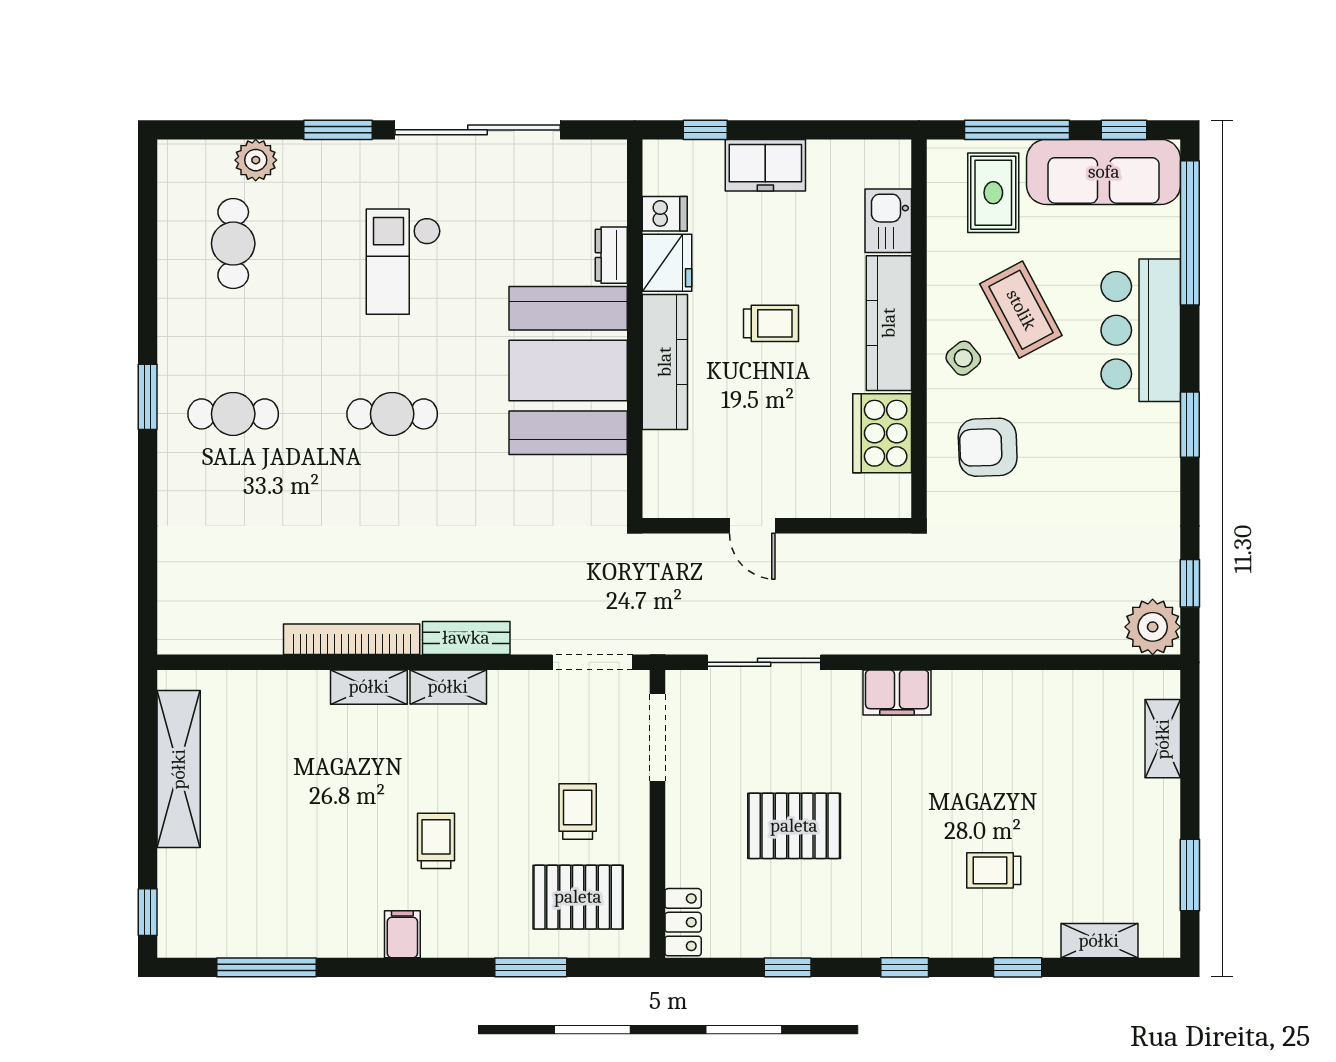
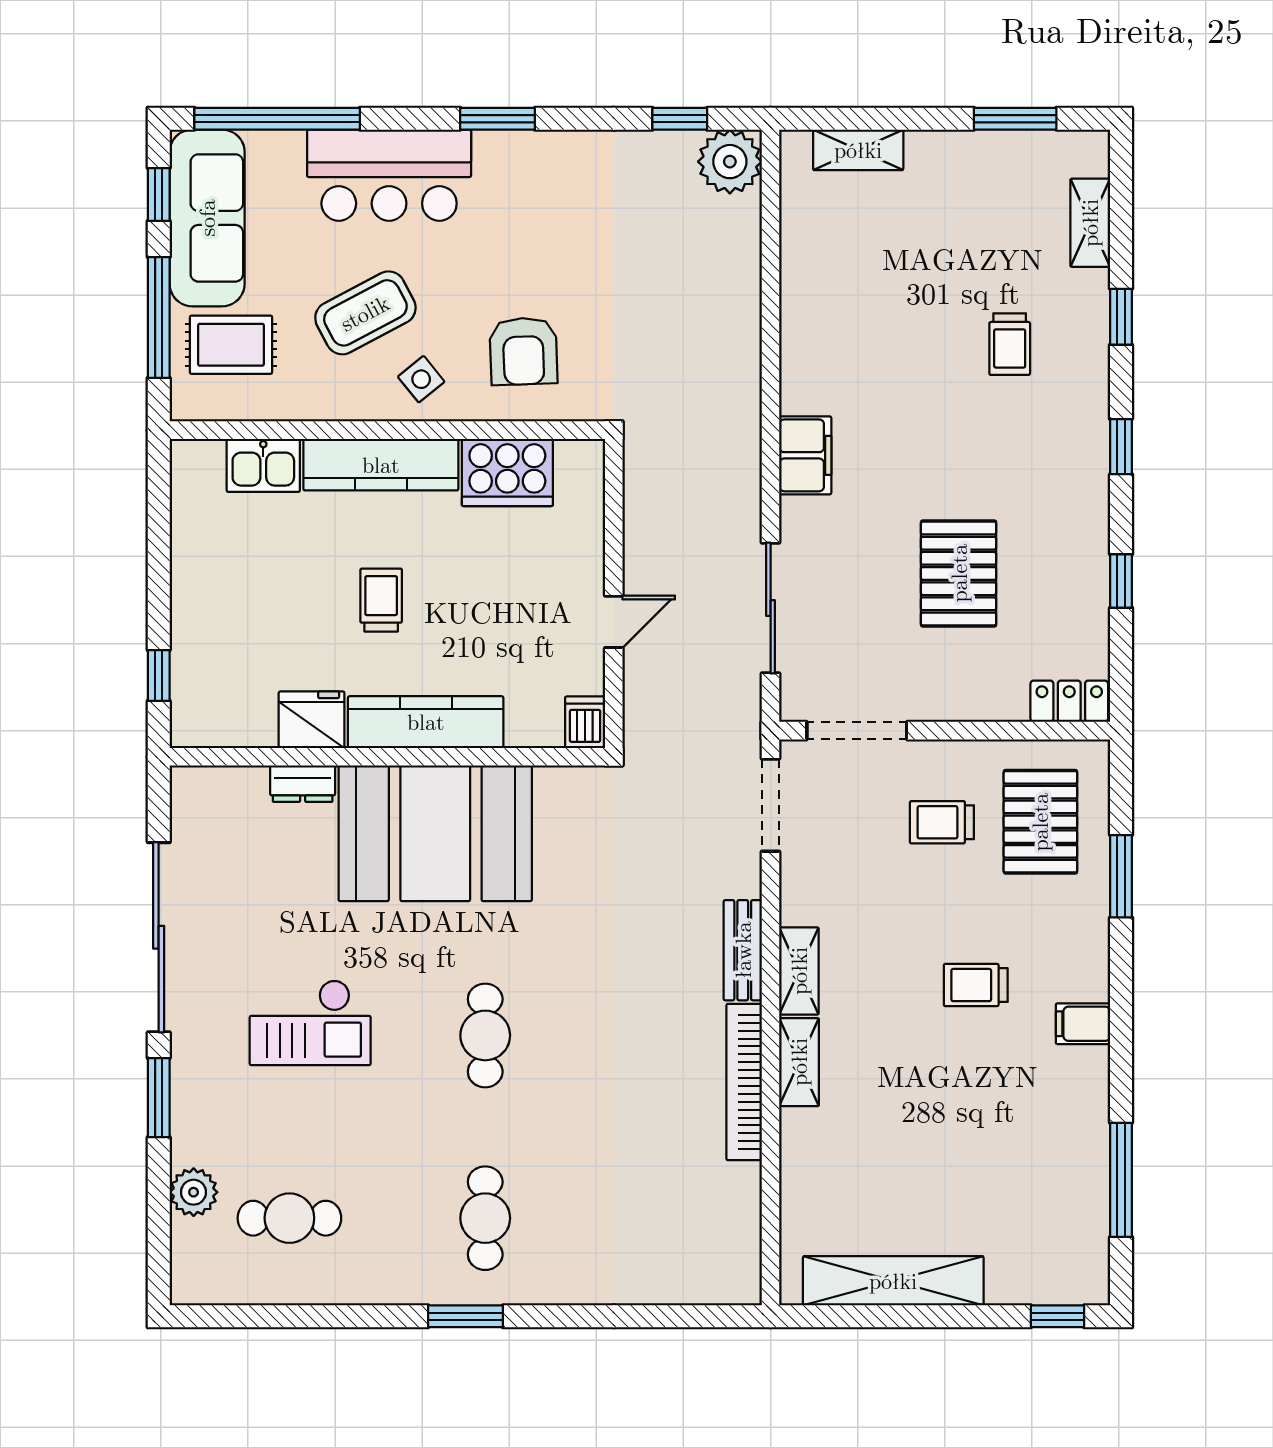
freezer: (765, 165) -> (199, 607), removed
dishwasher: (665, 214) -> (585, 722), moved

